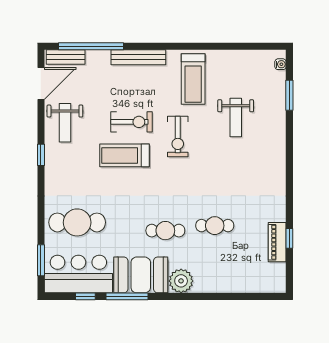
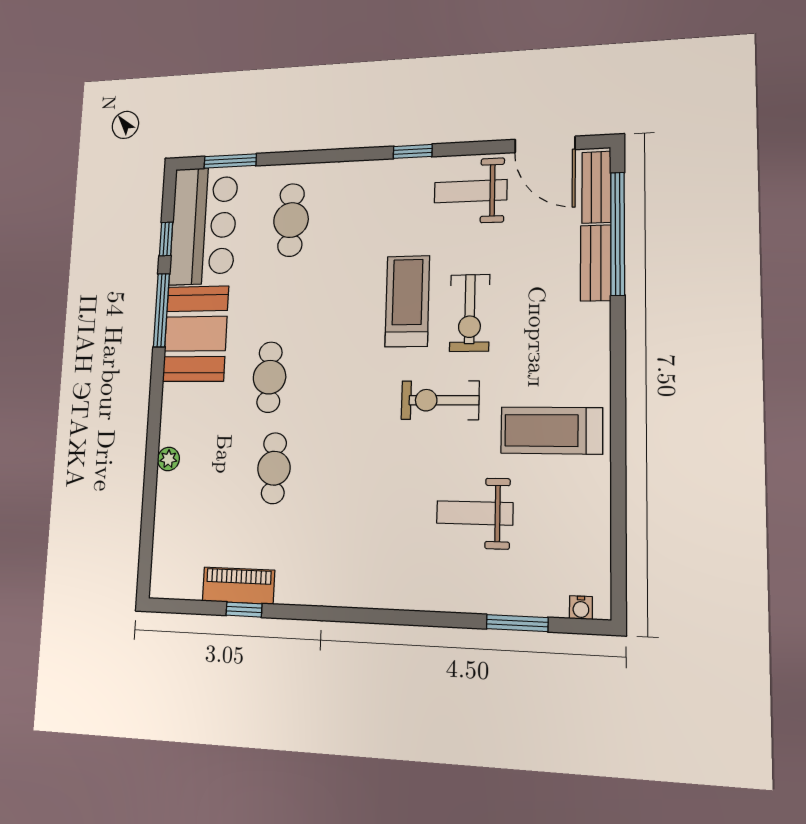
bench: (138, 57) -> (596, 263), moved, width x0.73
cafe table: (77, 222) -> (291, 220), width x0.73, depth x0.74
plant: (181, 281) -> (168, 459), moved, width x0.53, depth x0.53

